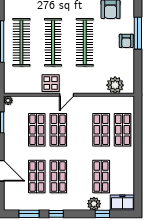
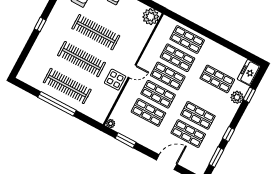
plant: (115, 85) -> (151, 17), moved
door: (67, 95) -> (132, 71), hinge flipped
shop shelf: (80, 130) -> (168, 76), added

